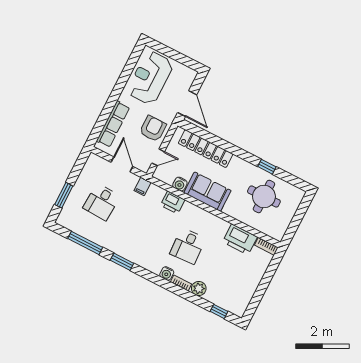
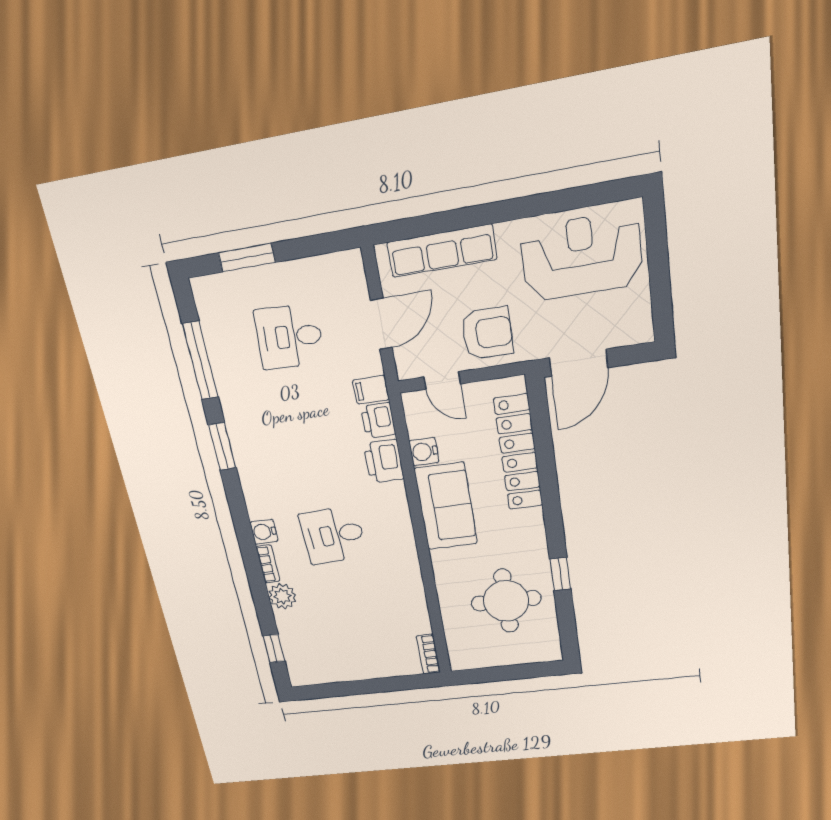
printer: (240, 239) -> (378, 420), moved, width x0.53, depth x0.68

